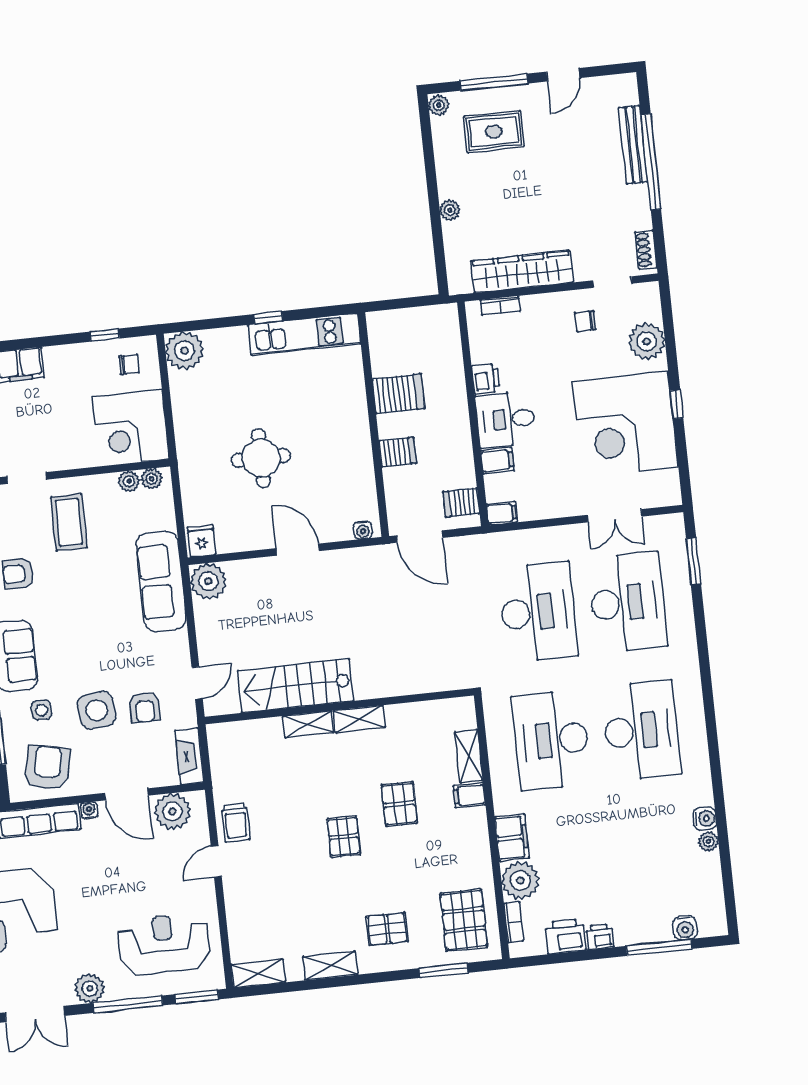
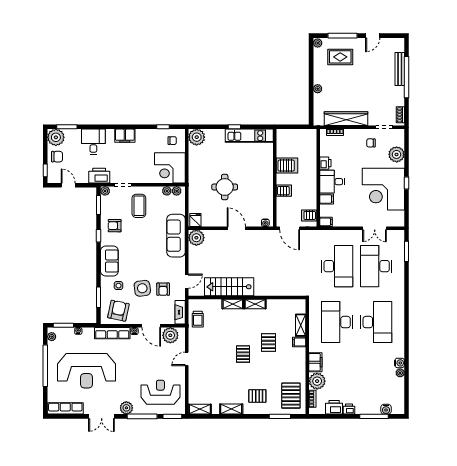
desk: (627, 602) -> (376, 266), turned 180
trolley: (236, 822) -> (198, 319), moved

